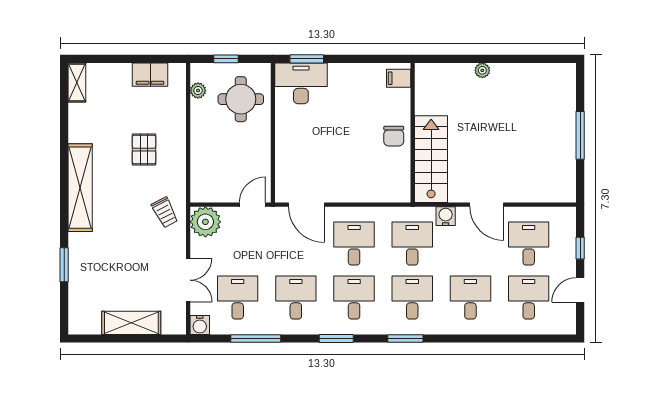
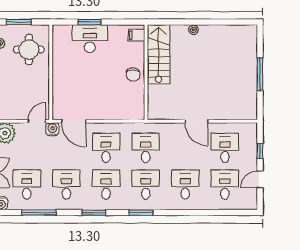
window: (226, 59) -> (19, 22), width x1.50
window: (307, 59) -> (90, 22), moved
desk: (301, 83) -> (90, 39), moved
stairs: (431, 159) -> (158, 54), moved
water cooler: (446, 216) -> (52, 129), moved

